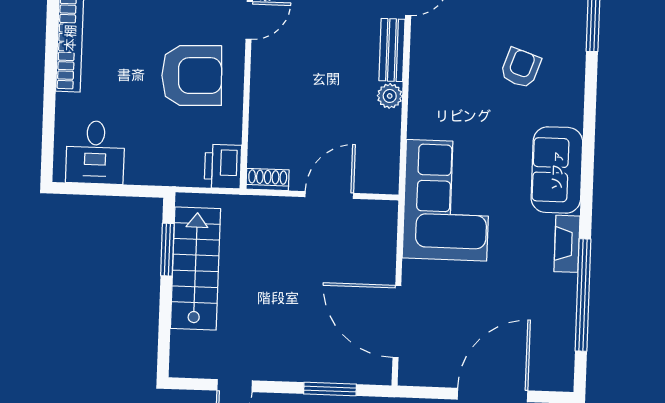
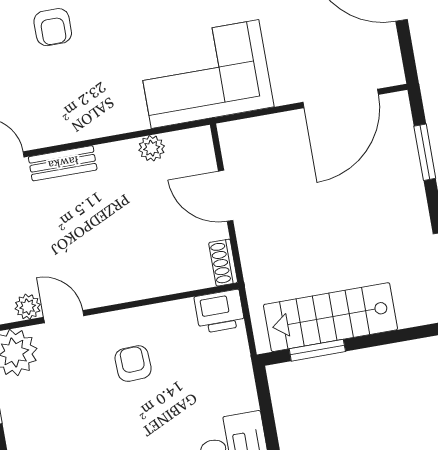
armchair: (521, 68) -> (53, 27), turned -109
armchair: (192, 76) -> (133, 364), width x0.53, depth x0.53
plant: (390, 96) -> (152, 148), moved

